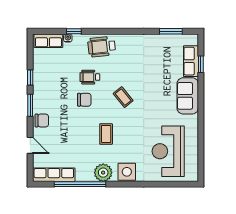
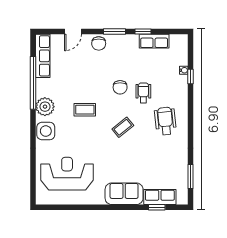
row of seats: (48, 41) -> (154, 41), moved, turned -90
wheelchair: (102, 47) -> (165, 121), moved

